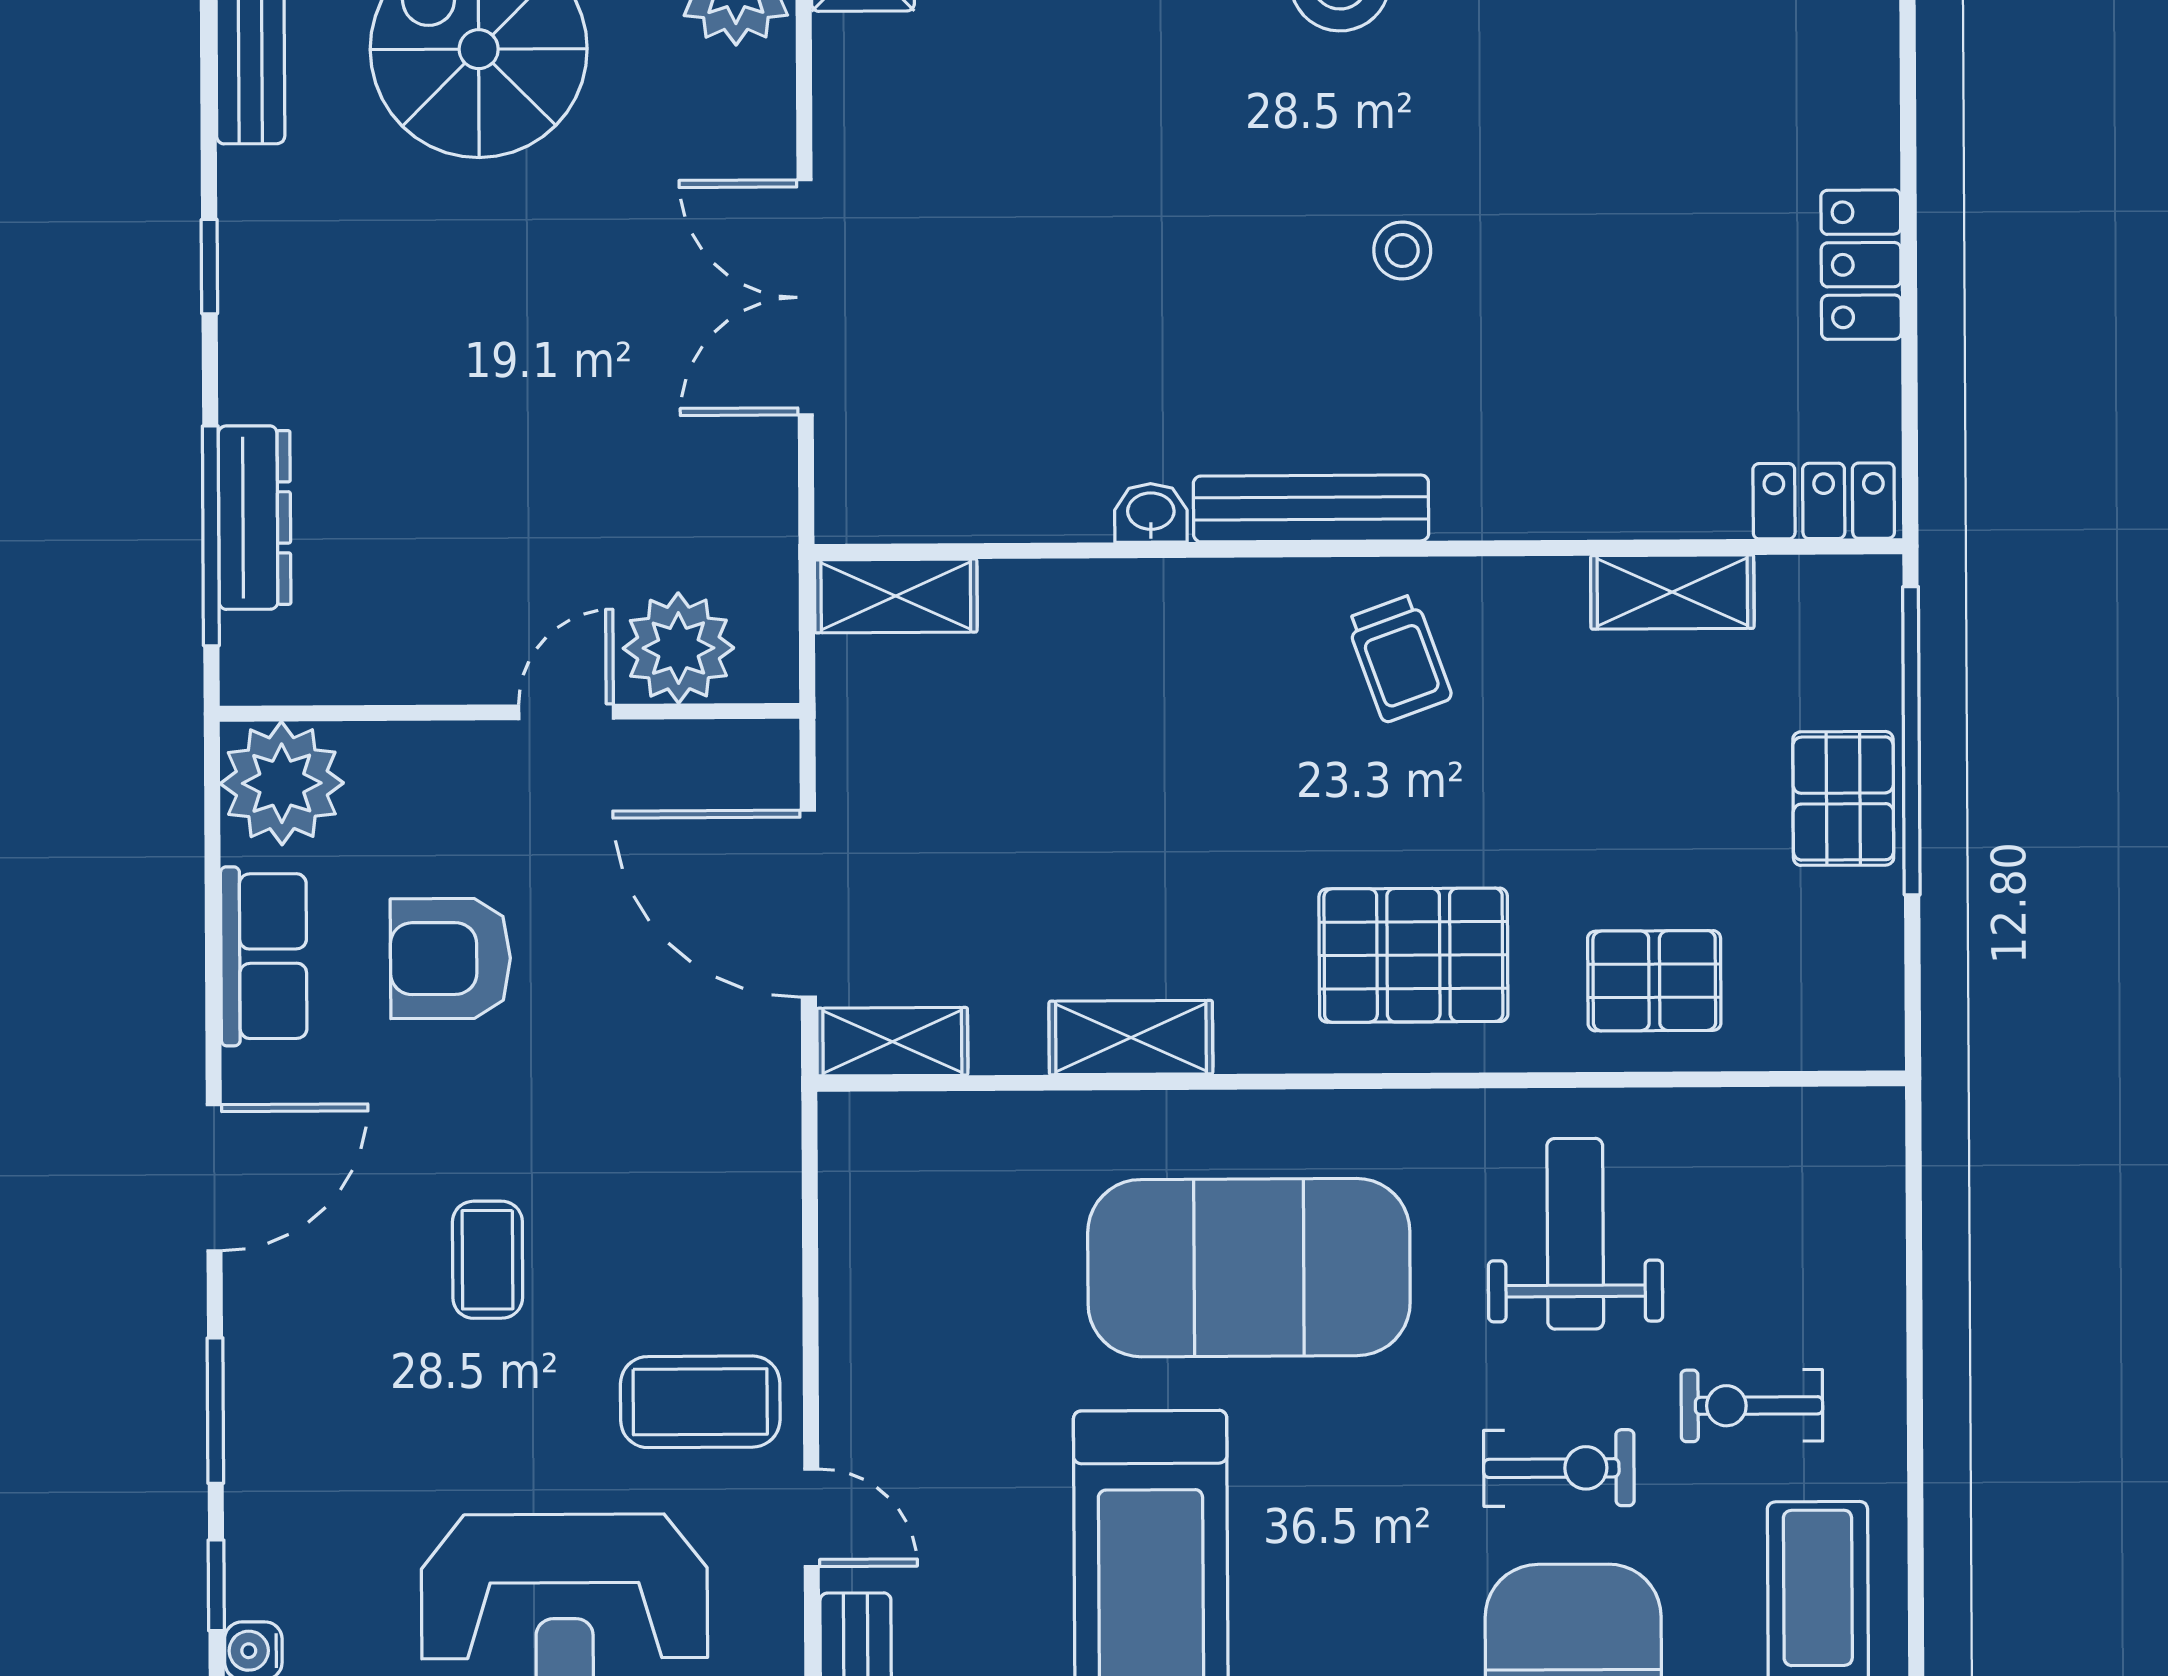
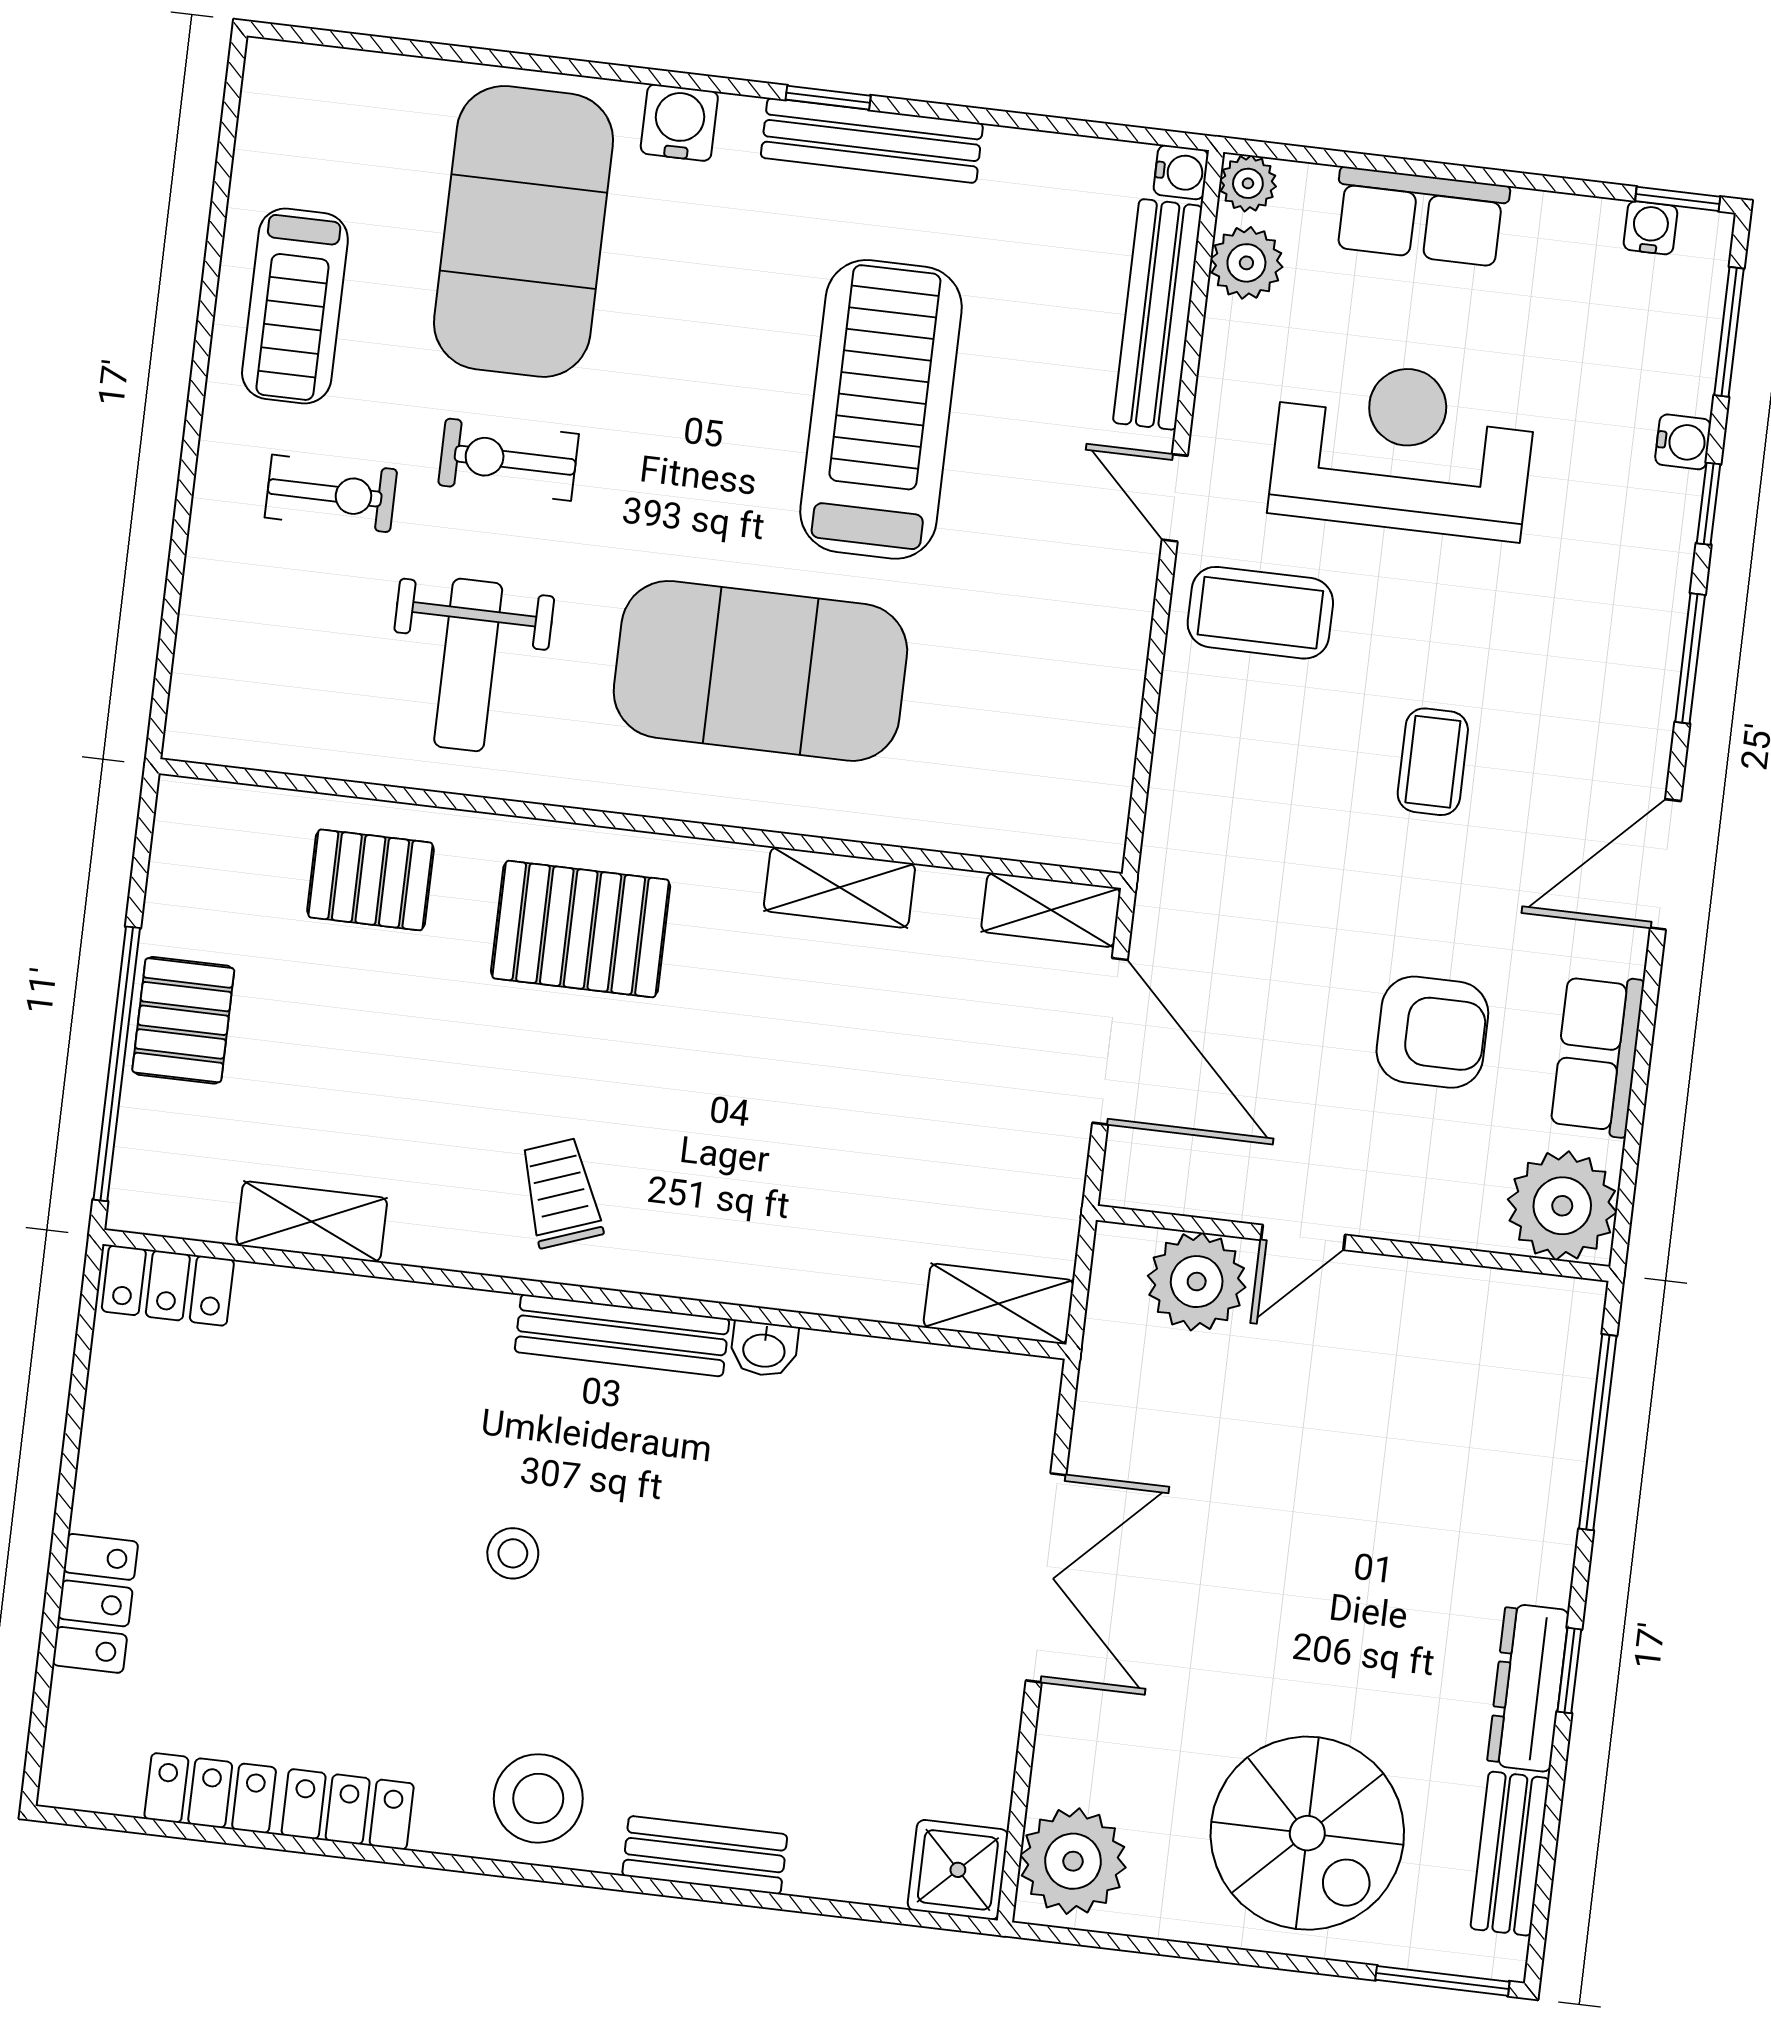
locker: (1861, 265) -> (95, 1603), moved
dresser: (255, 518) -> (1528, 1688), moved

